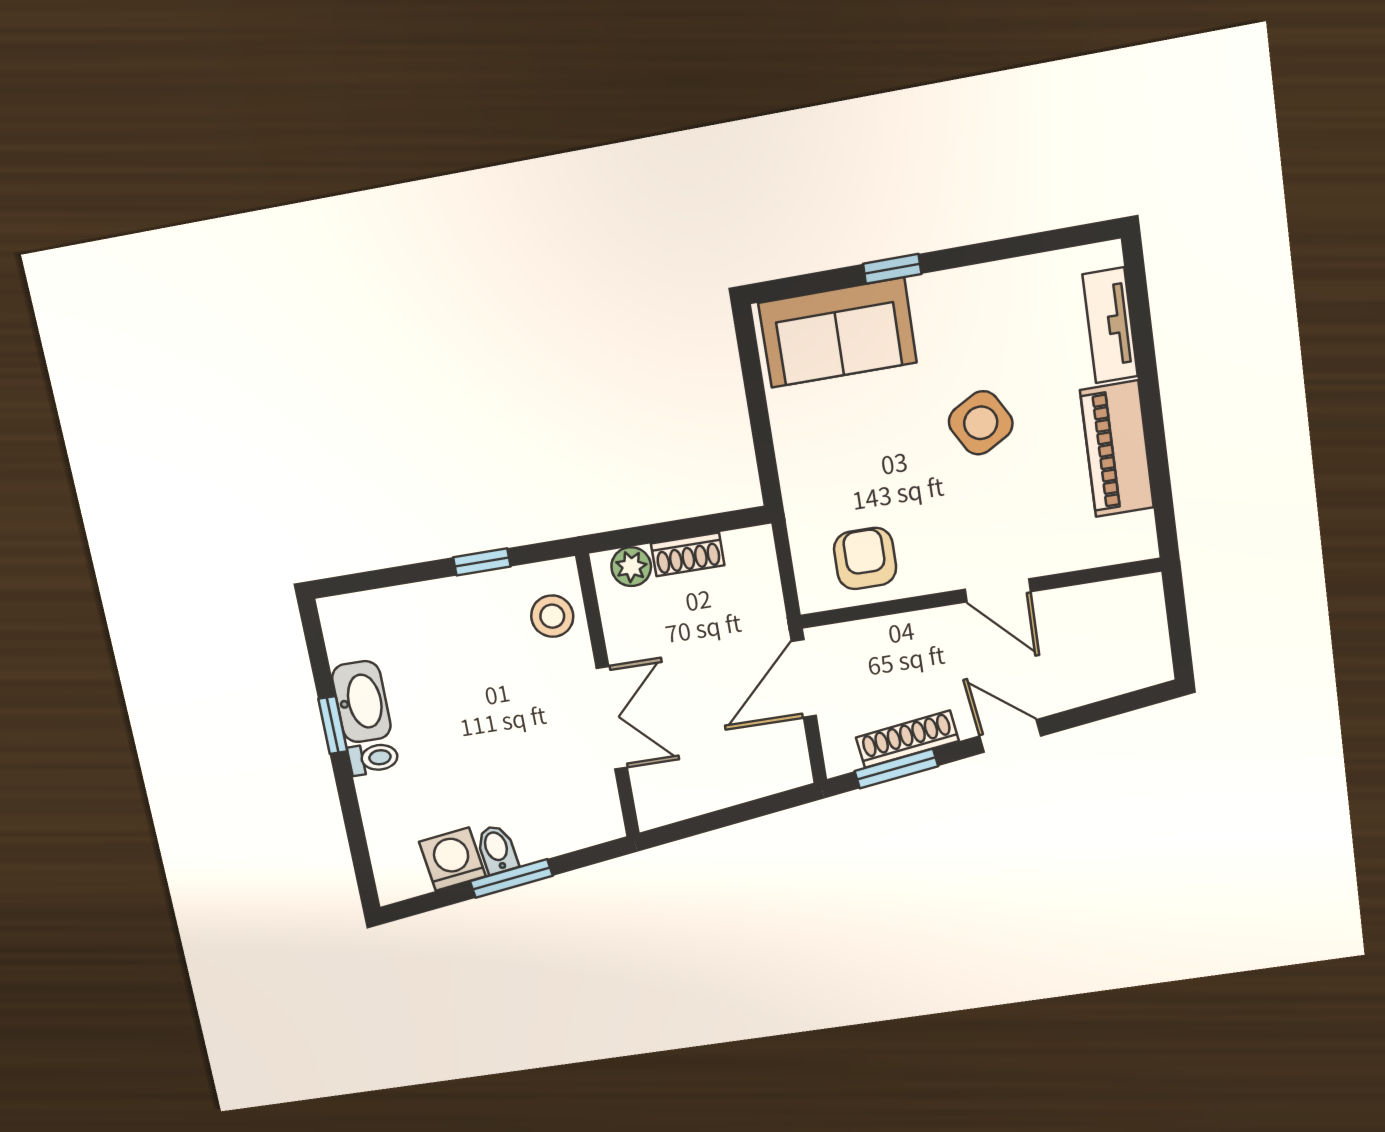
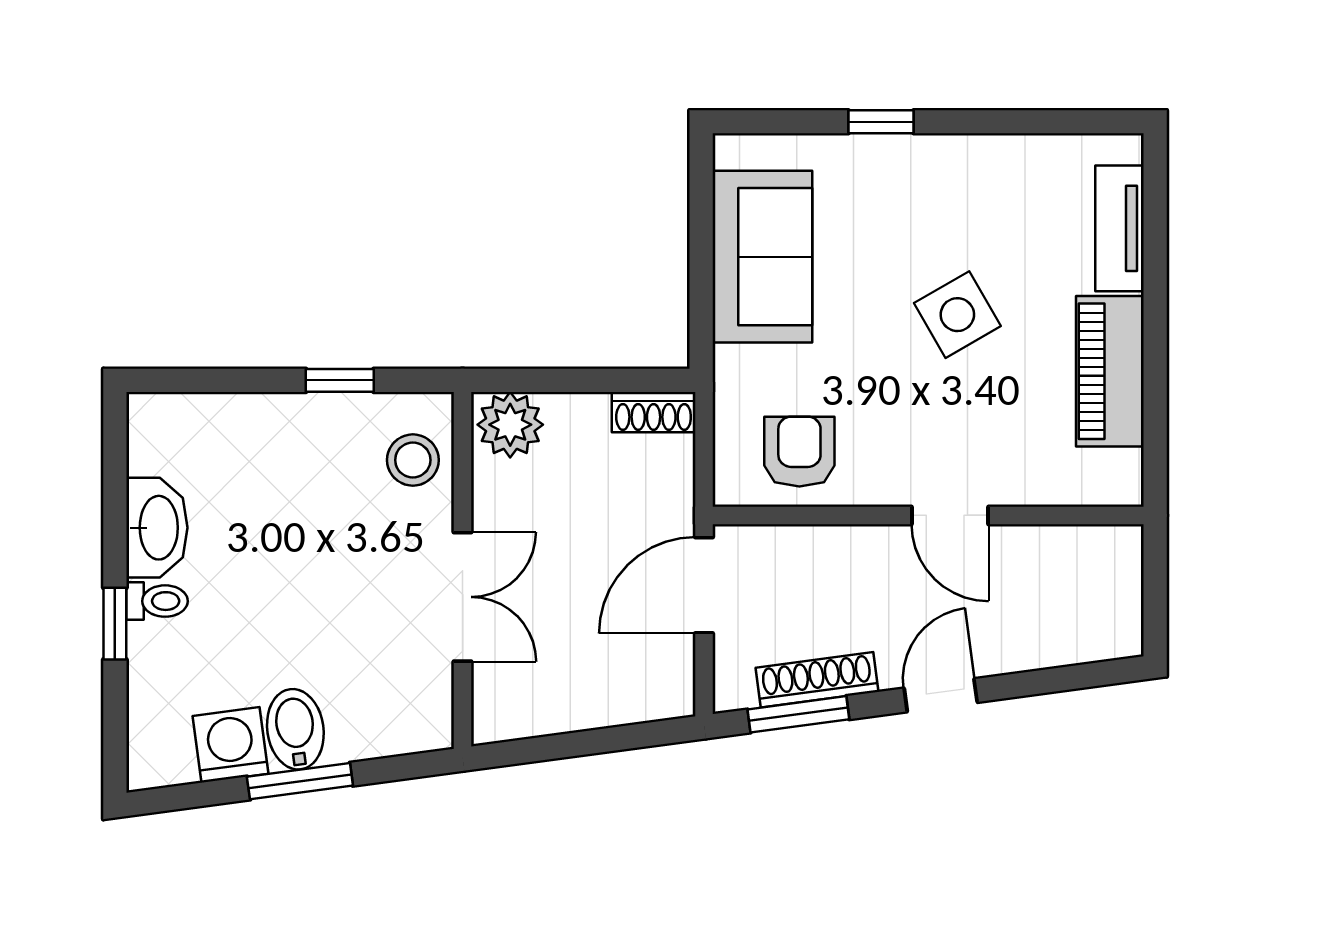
sofa: (837, 333) -> (762, 257), moved, turned -90
shoe rack: (688, 554) -> (654, 412), moved
plant: (631, 567) -> (510, 425), width x1.38, depth x1.38
window: (333, 725) -> (115, 624), moved
door: (1010, 736) -> (941, 695), hinge flipped
bidet: (497, 849) -> (295, 729), width x1.38, depth x1.36

